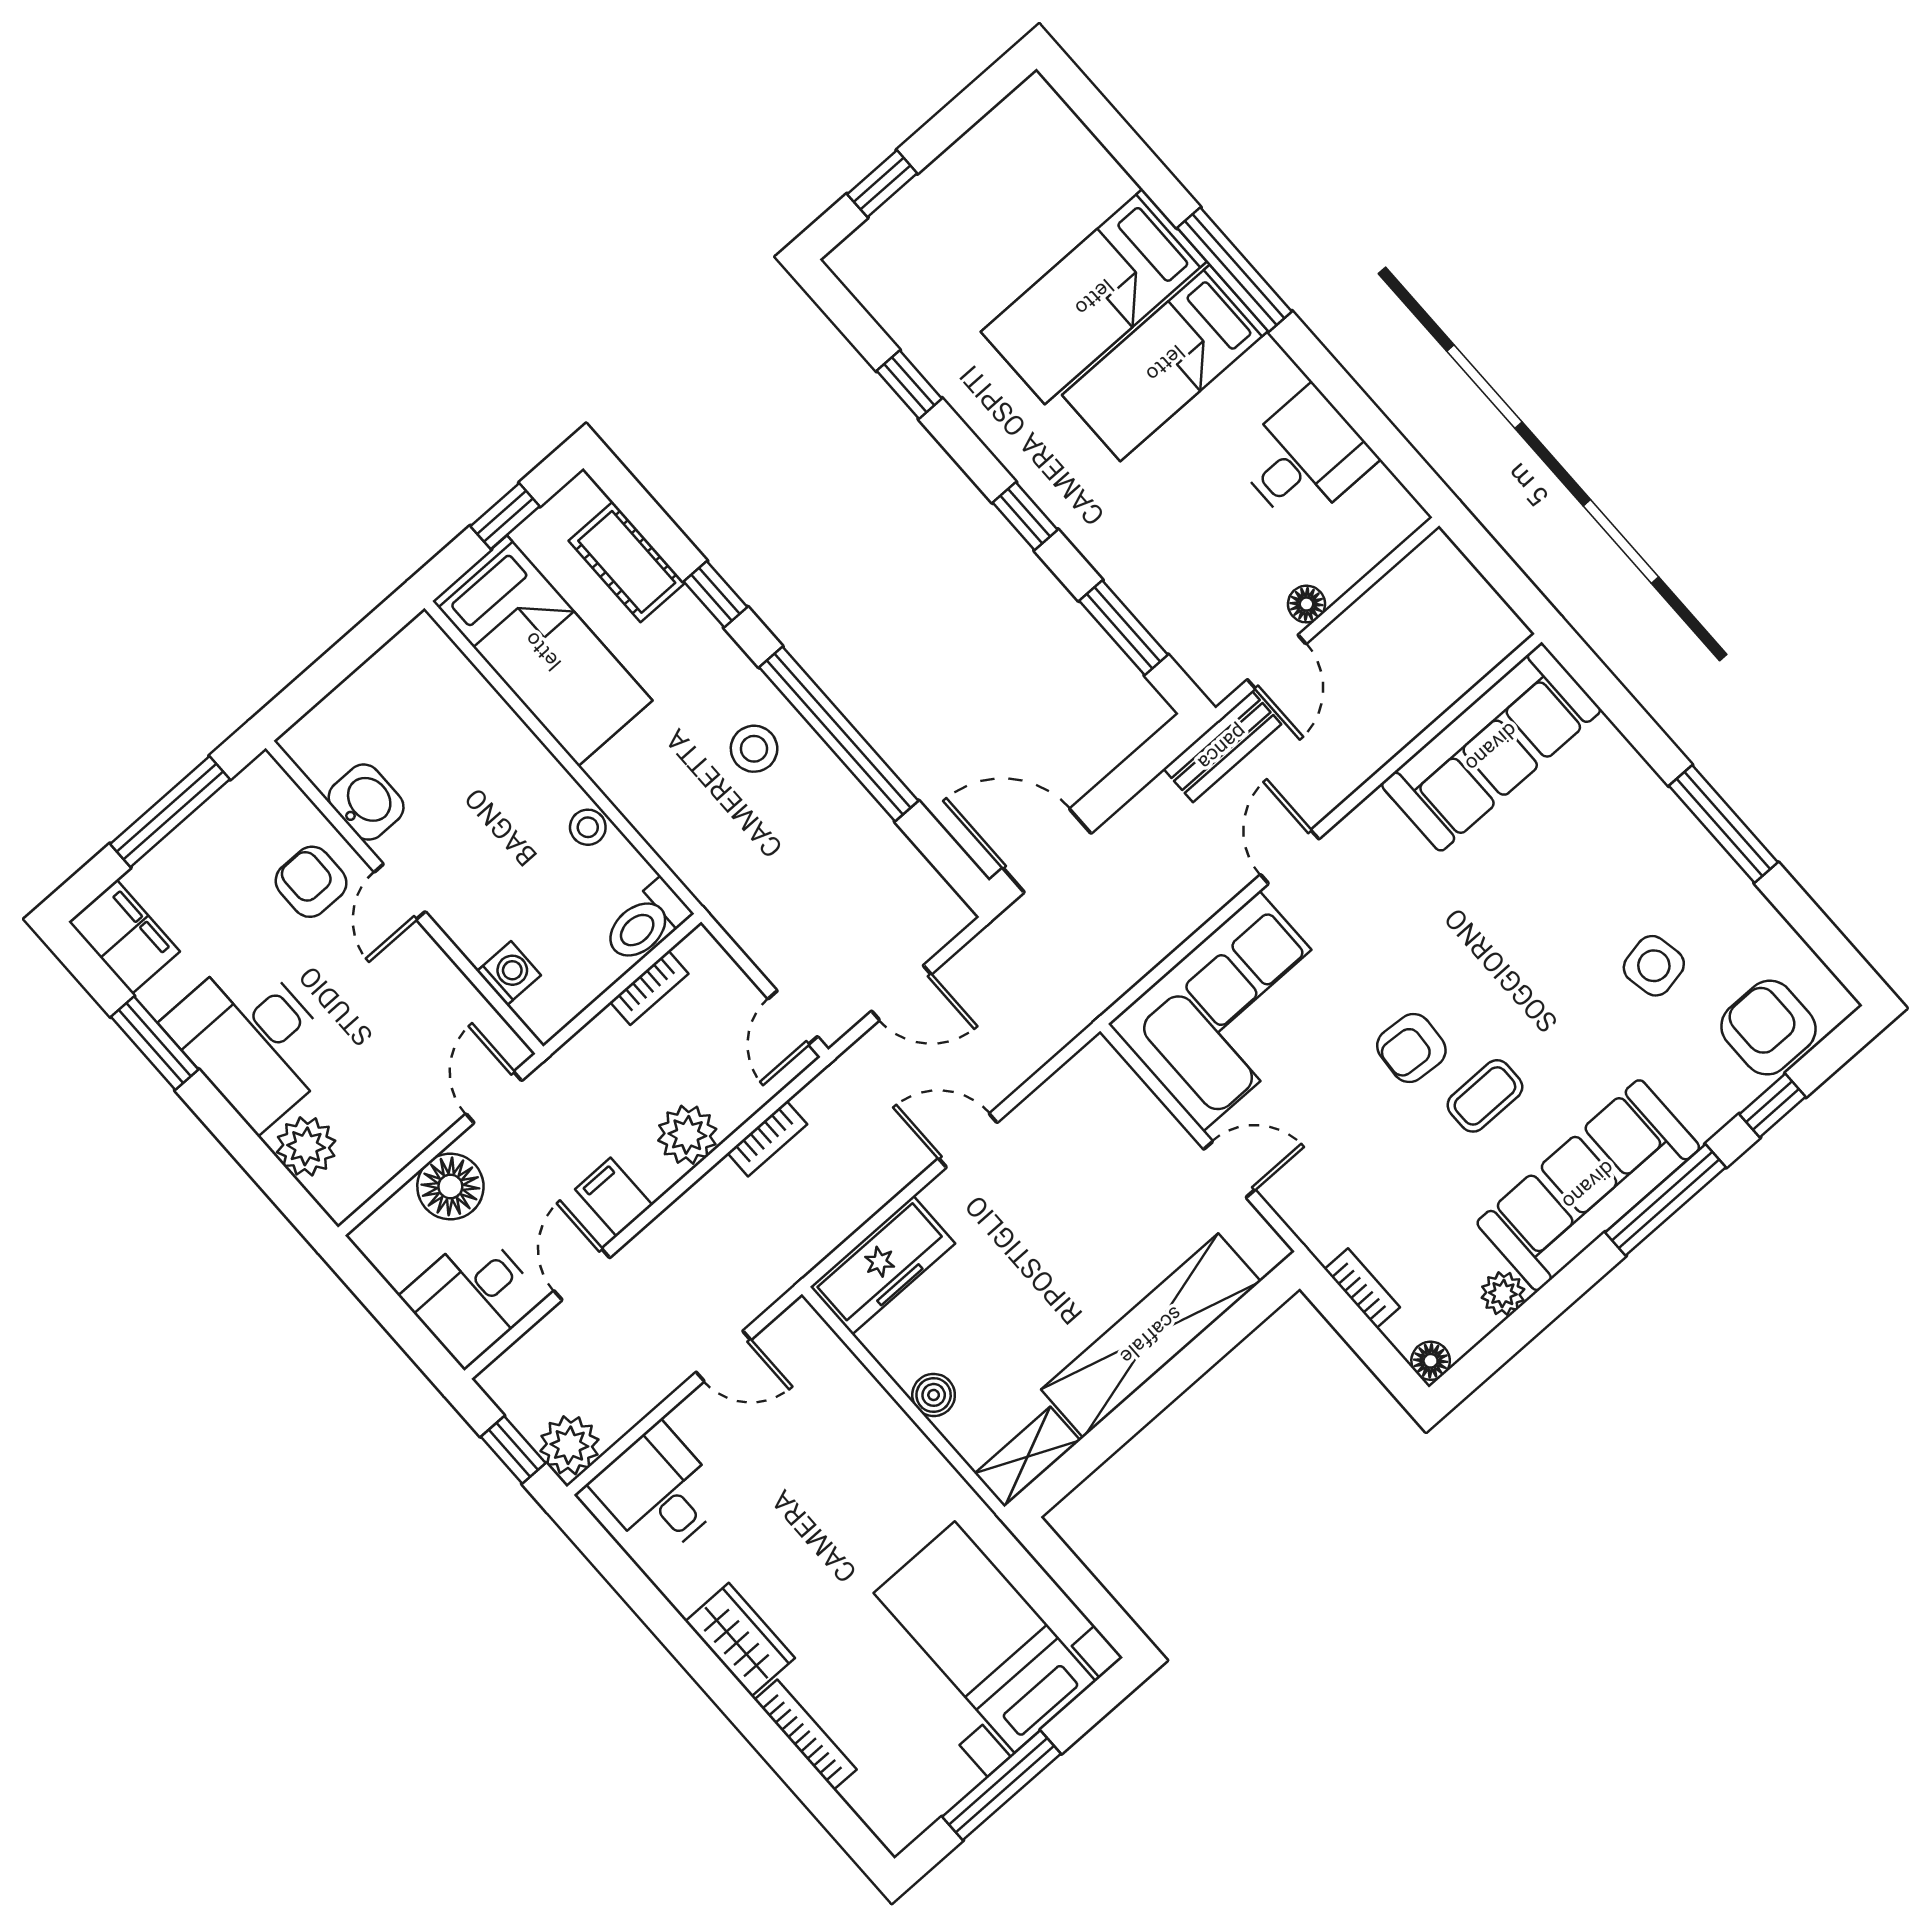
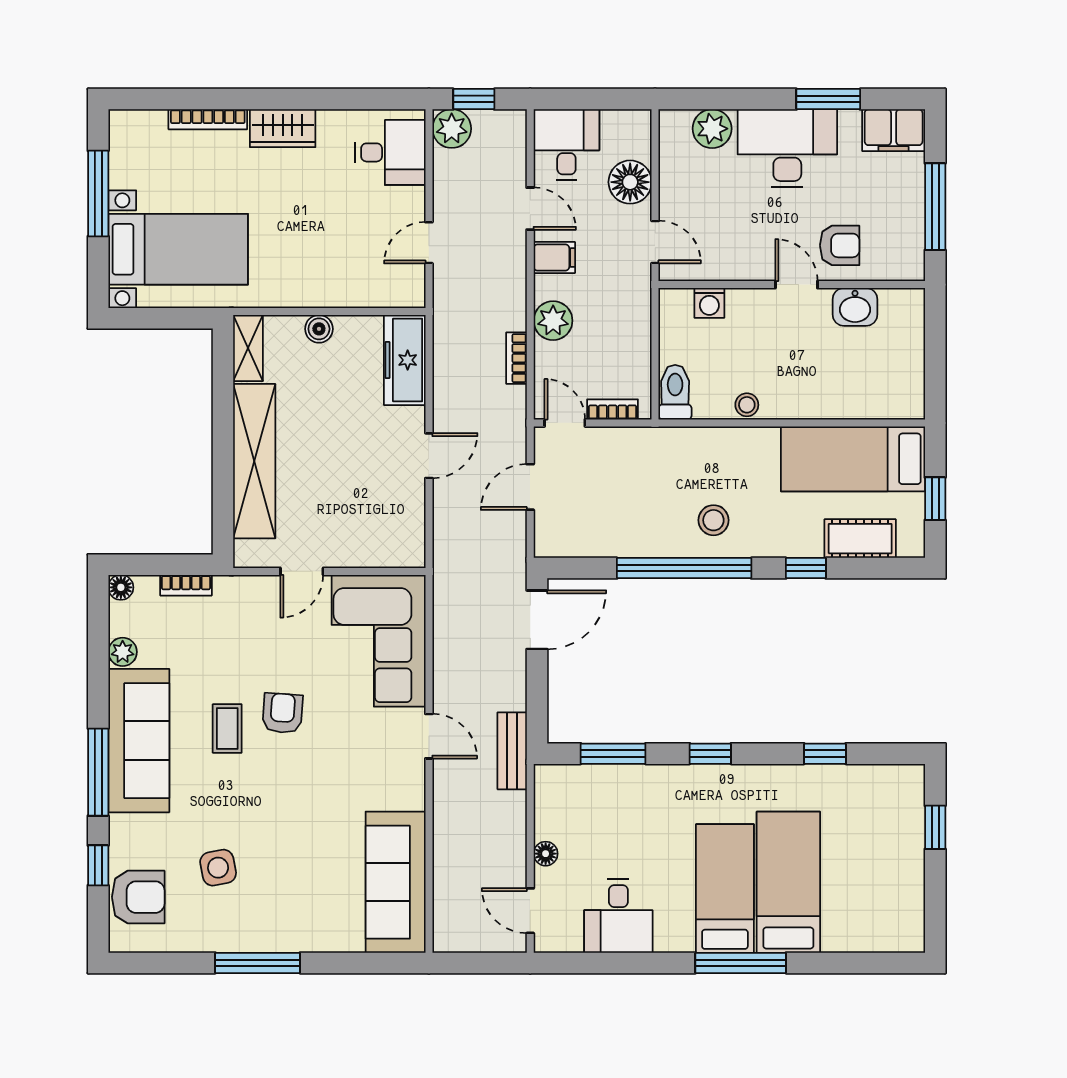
door: (1277, 662) -> (530, 911), moved
bookcase: (649, 988) -> (613, 409), moved, turned 90

